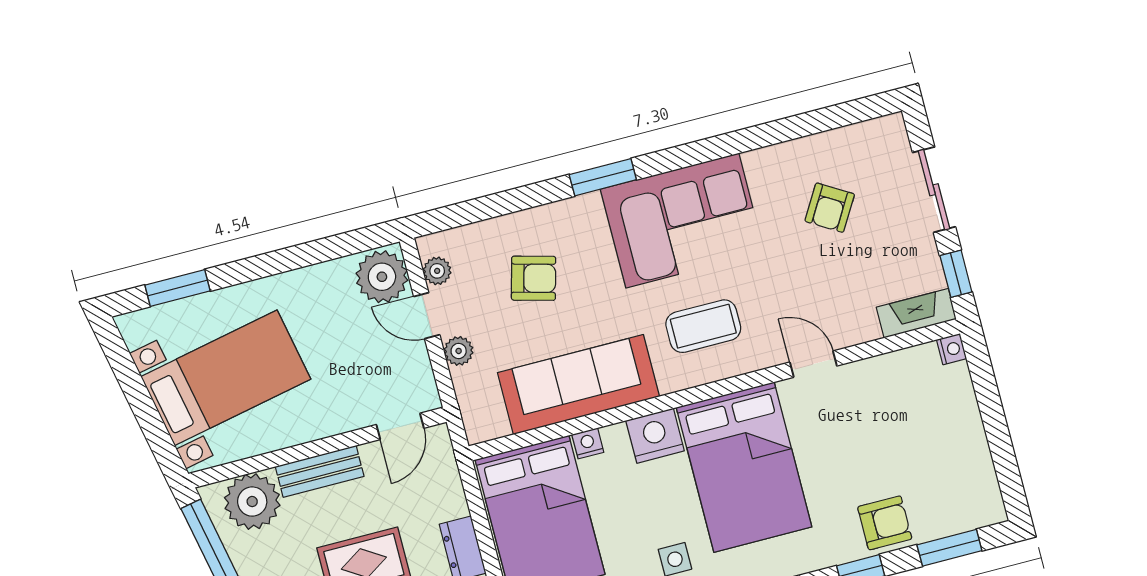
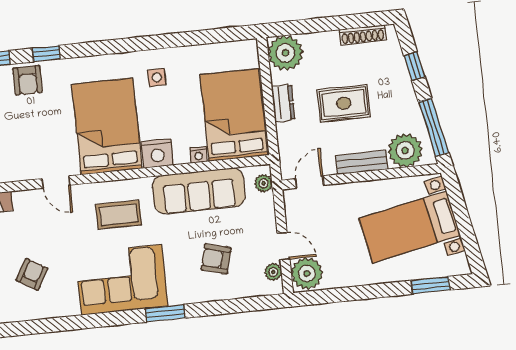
plant: (459, 351) -> (264, 183), moved
armchair: (885, 523) -> (28, 80), turned -90

